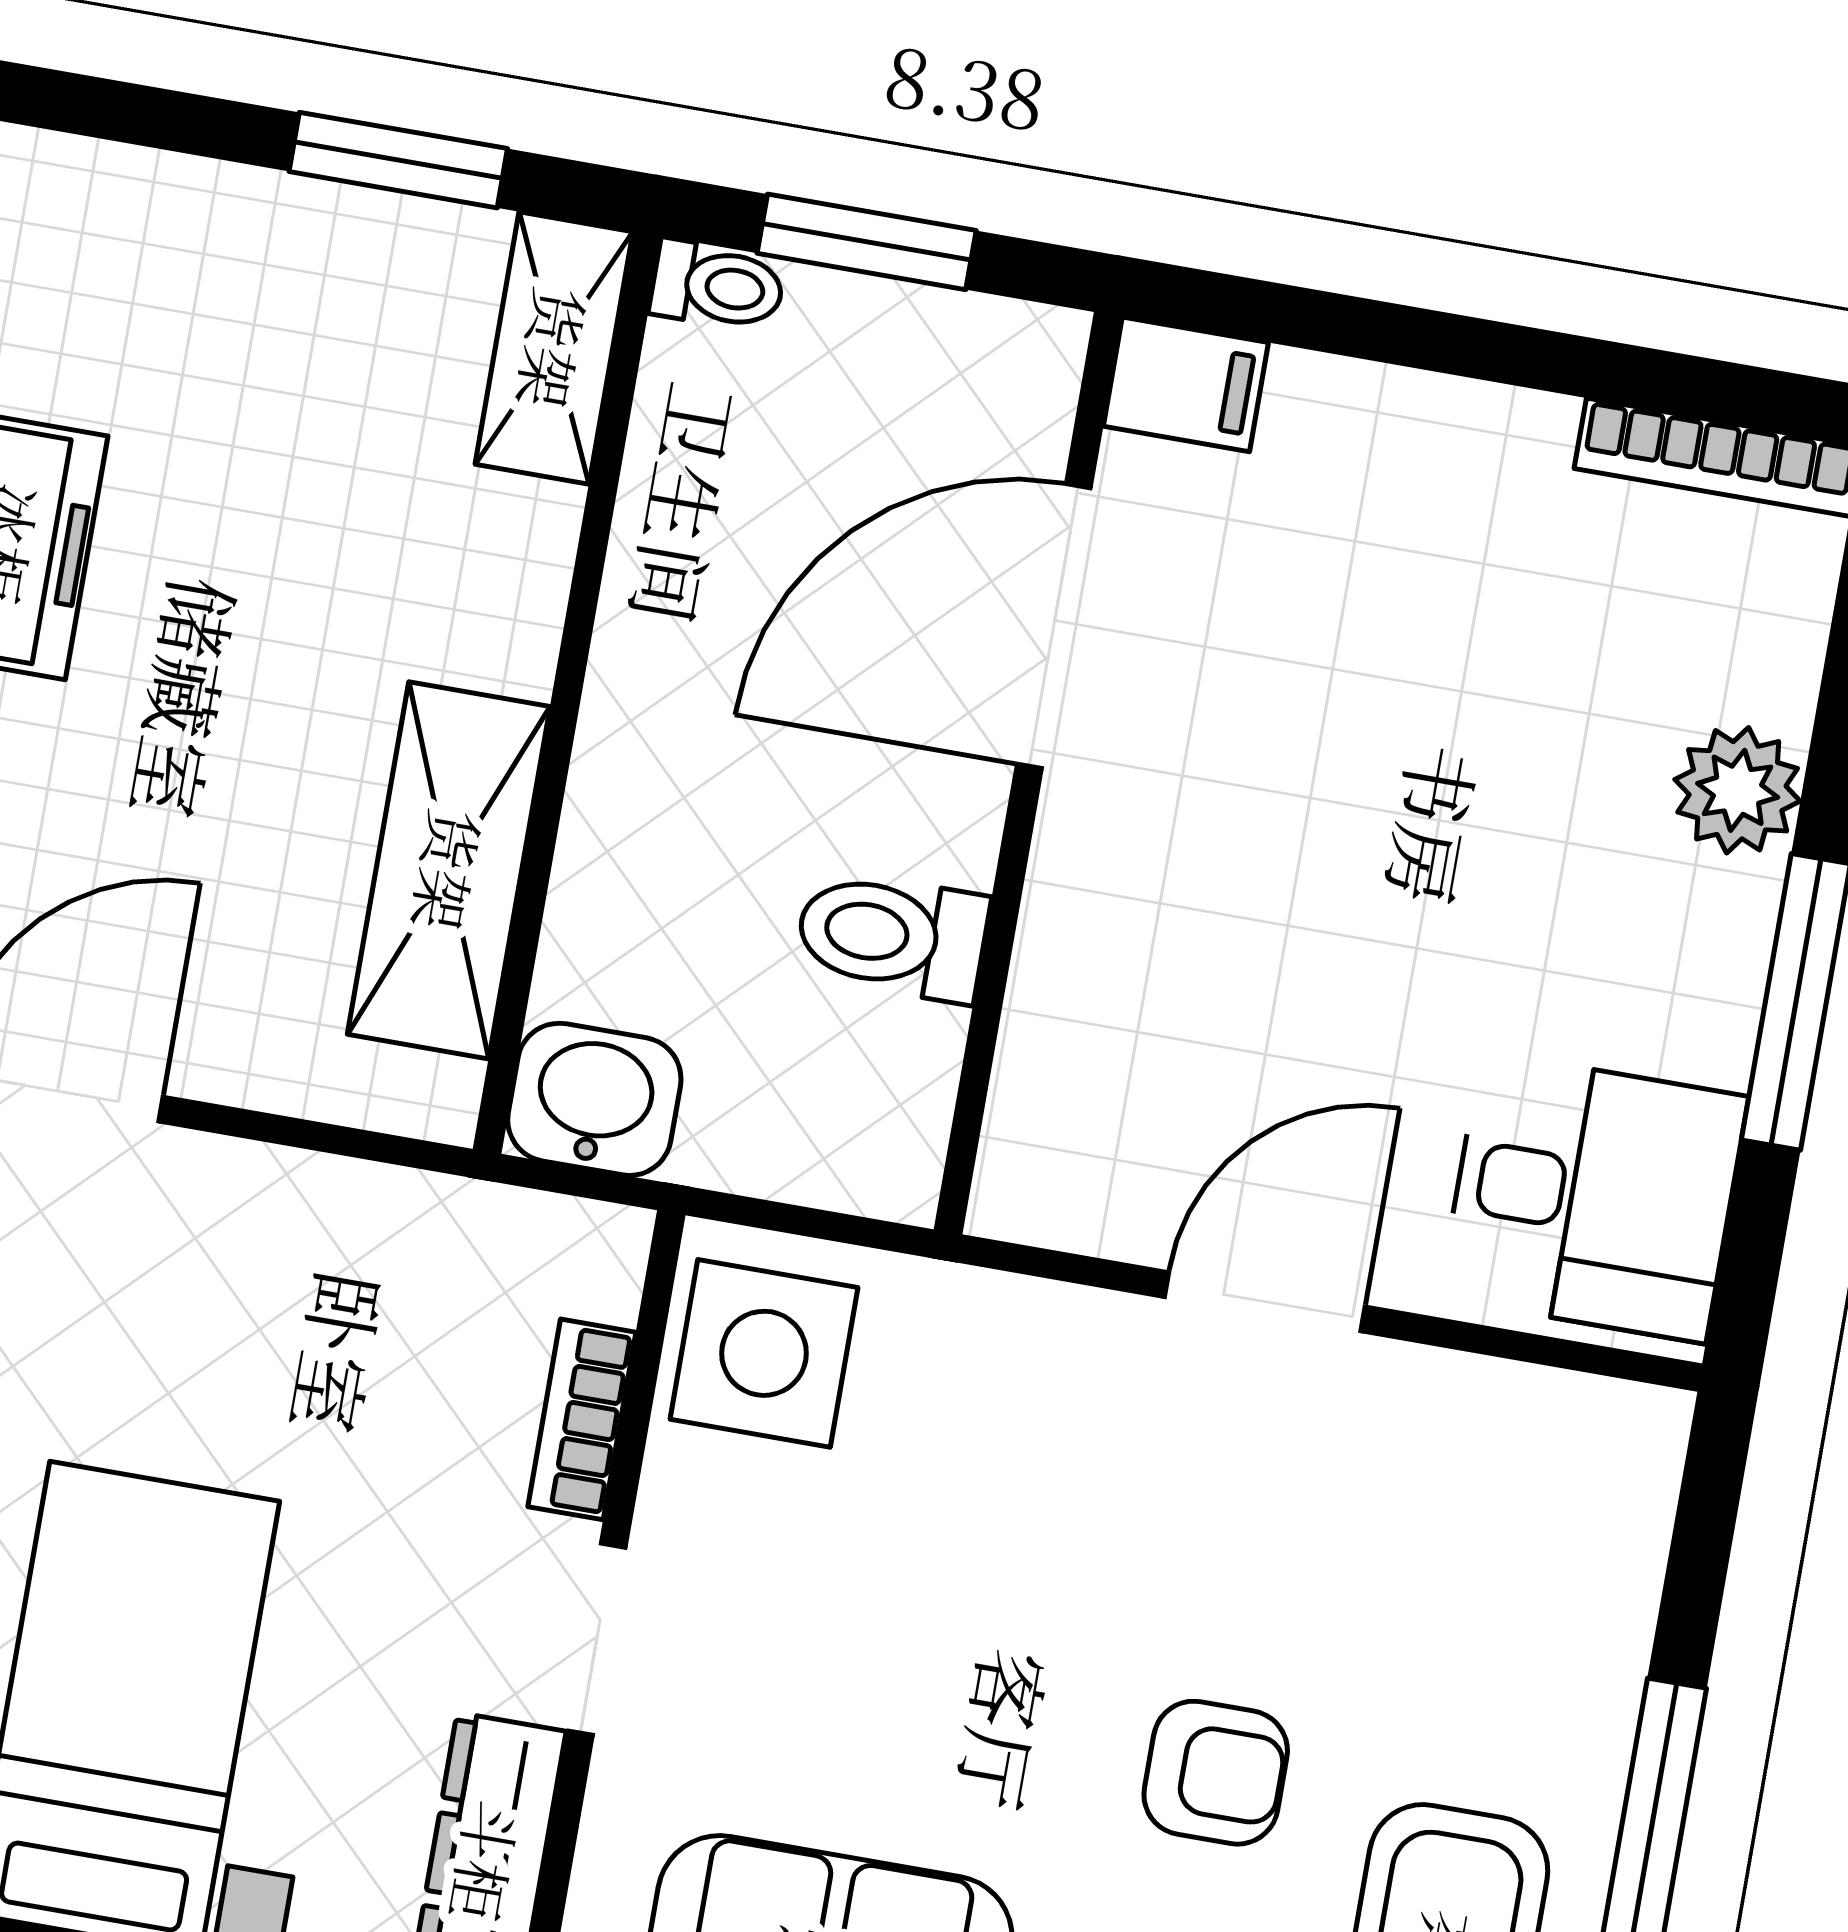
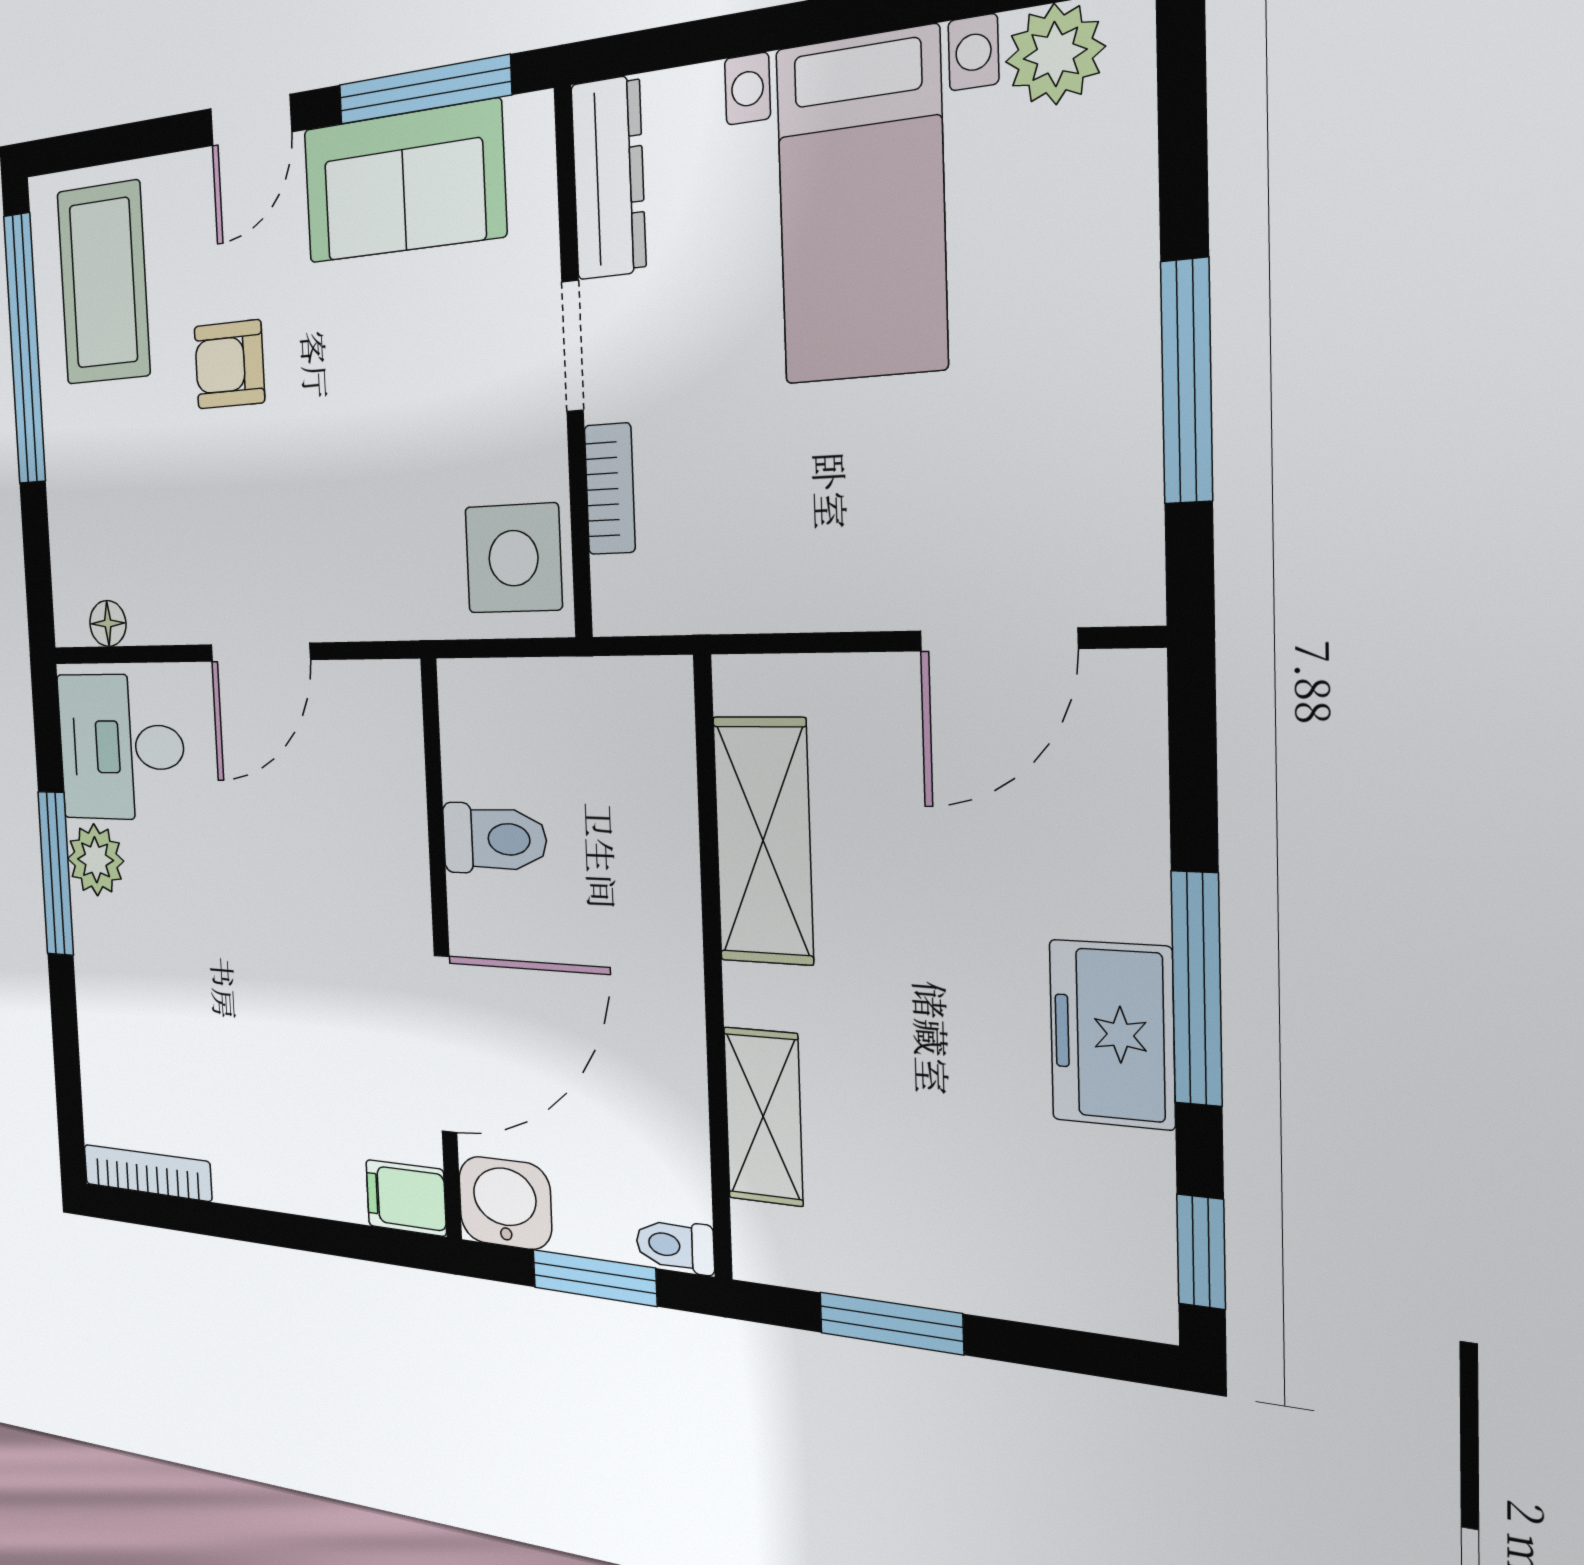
shelving: (554, 348) -> (763, 1116), moved
plant: (1738, 790) -> (96, 860), moved
washbasin: (594, 1099) -> (505, 1203), moved, turned 180
floor lamp: (1571, 1410) -> (108, 623), added

